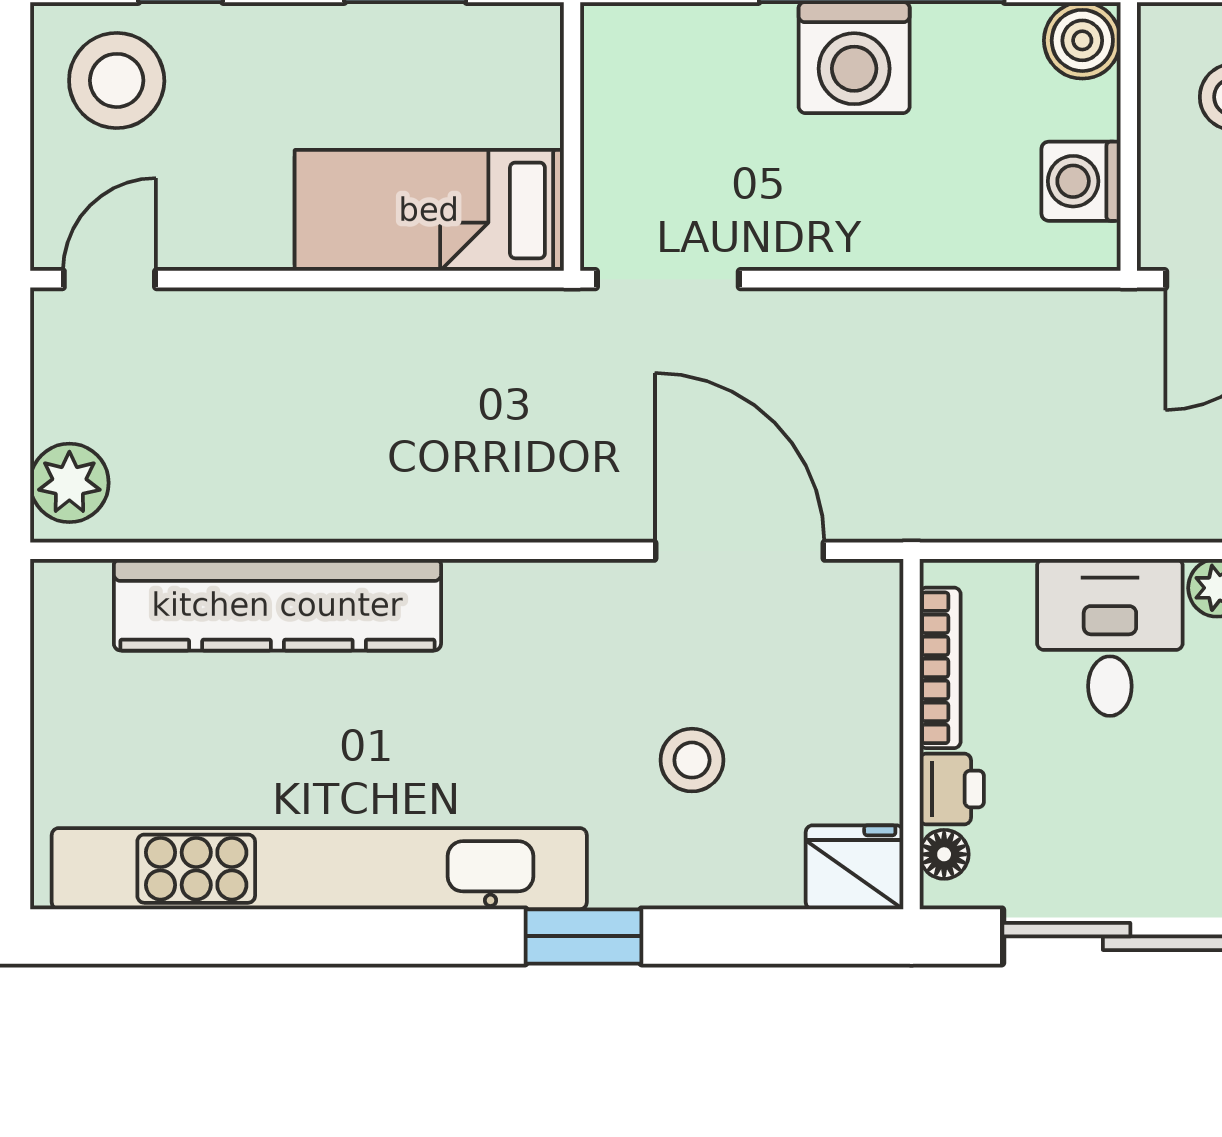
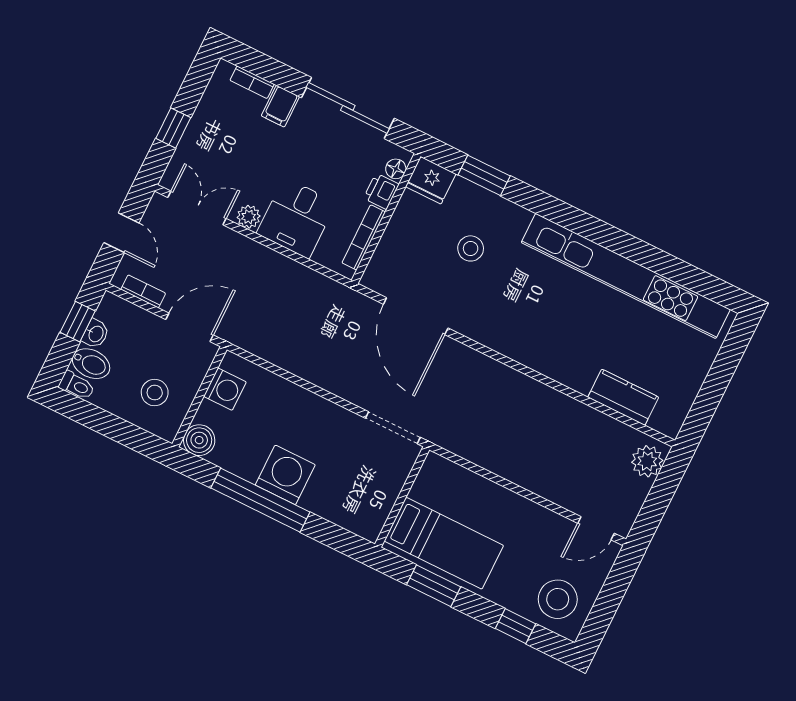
bed: (429, 210) -> (444, 543), moved
kitchen counter: (277, 605) -> (623, 397), width x0.48, depth x0.86
window: (583, 936) -> (484, 175), moved

